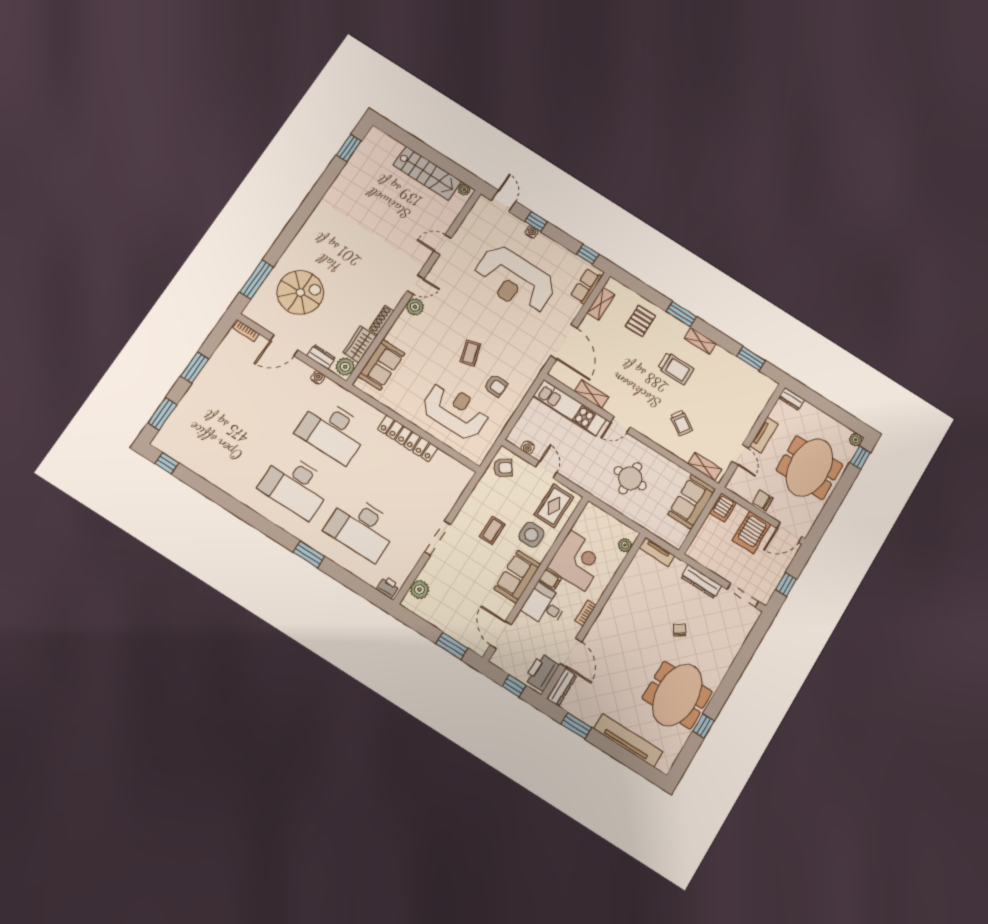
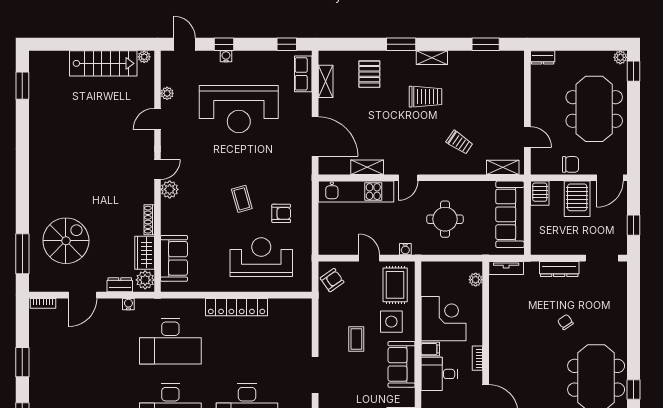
plant: (464, 230) -> (167, 93), added
tv unit: (764, 435) -> (537, 106), removed
water cooler: (528, 447) -> (405, 249), moved
chair: (763, 500) -> (570, 164), turned 180
sofa: (692, 502) -> (510, 214), width x1.36

